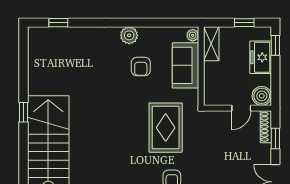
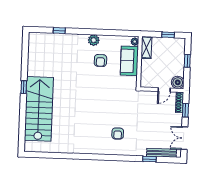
window: (58, 23) -> (59, 31), moved
window: (275, 45) -> (187, 61), moved
freezer: (261, 57) -> (178, 57), removed
rug: (166, 128) -> (115, 100), removed

